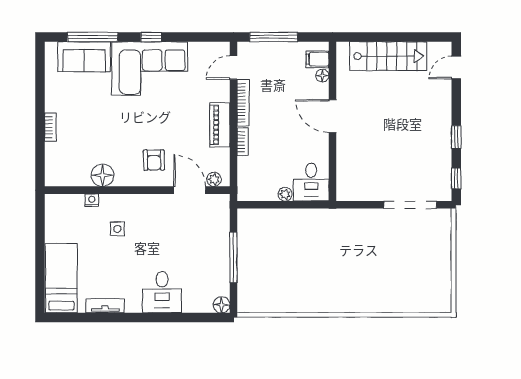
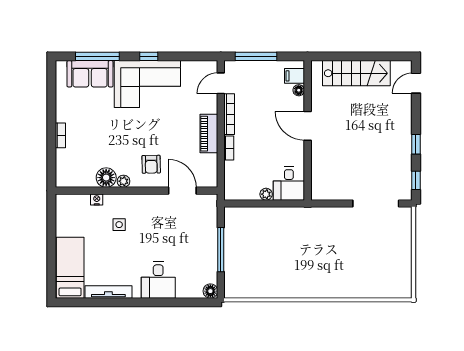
plant: (214, 179) -> (124, 181), moved
tv unit: (105, 306) -> (108, 292), width x1.41

